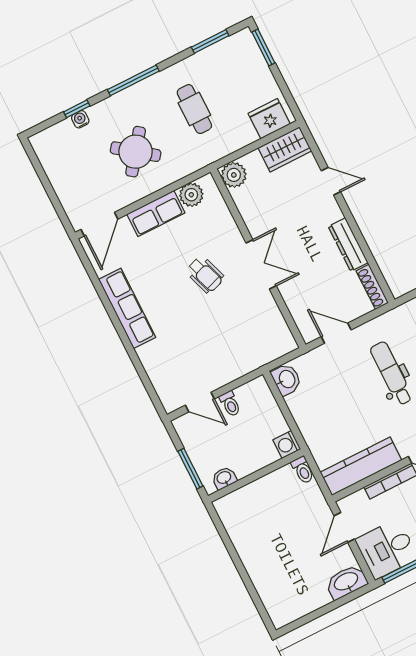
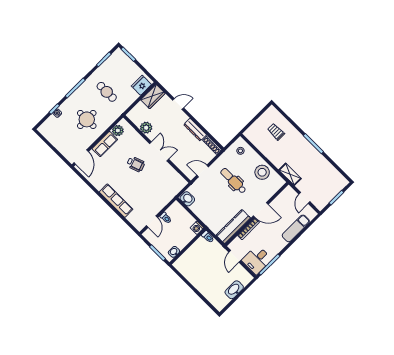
round table: (136, 152) -> (87, 119), turned -37
plant: (234, 175) -> (146, 128), moved
row of seats: (127, 308) -> (116, 201), moved
door: (200, 402) -> (152, 222), hinge flipped
washbasin: (346, 582) -> (234, 290), moved

